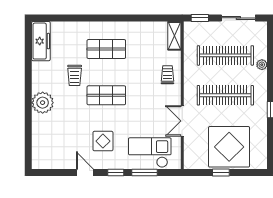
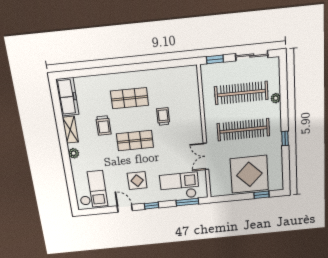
shelving: (174, 36) -> (70, 130), moved
trolley: (167, 75) -> (163, 116), moved
plant: (43, 103) -> (74, 153), width x0.53, depth x0.53
checkout: (51, 146) -> (92, 189), added
window: (144, 173) -> (187, 202), moved
window: (221, 173) -> (262, 195), moved

